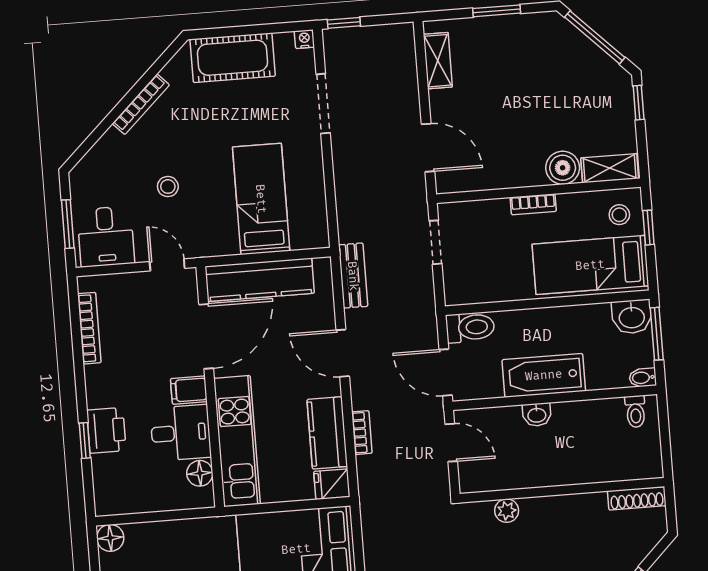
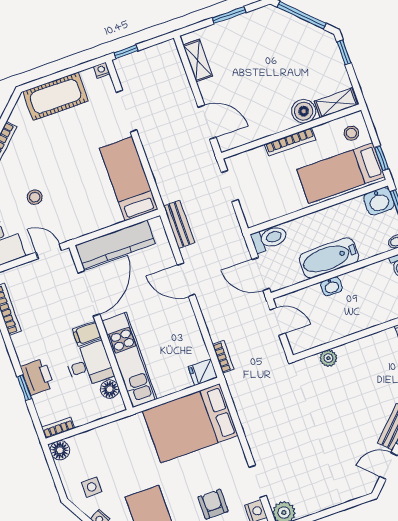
bed: (261, 199) -> (129, 179), moved
bookcase: (533, 204) -> (290, 142), width x1.56
window: (648, 228) -> (382, 158), moved
kitchen counter: (327, 433) -> (190, 338), removed
bookcase: (362, 433) -> (223, 357), moved
bookcase: (116, 507) -> (58, 428), added

